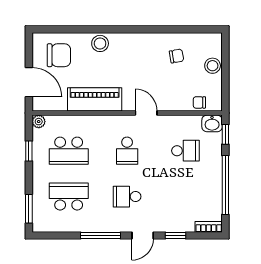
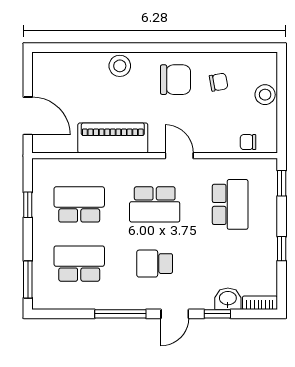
chair: (59, 55) -> (176, 80), moved
plant: (39, 122) -> (40, 167), removed
washbasin: (212, 123) -> (228, 299), moved, turned 180
school desk: (69, 151) -> (79, 204), turned 180
school desk: (127, 151) -> (155, 204), width x1.85
school desk: (185, 151) -> (230, 204), width x1.85
window: (225, 185) -> (282, 249), width x0.32

